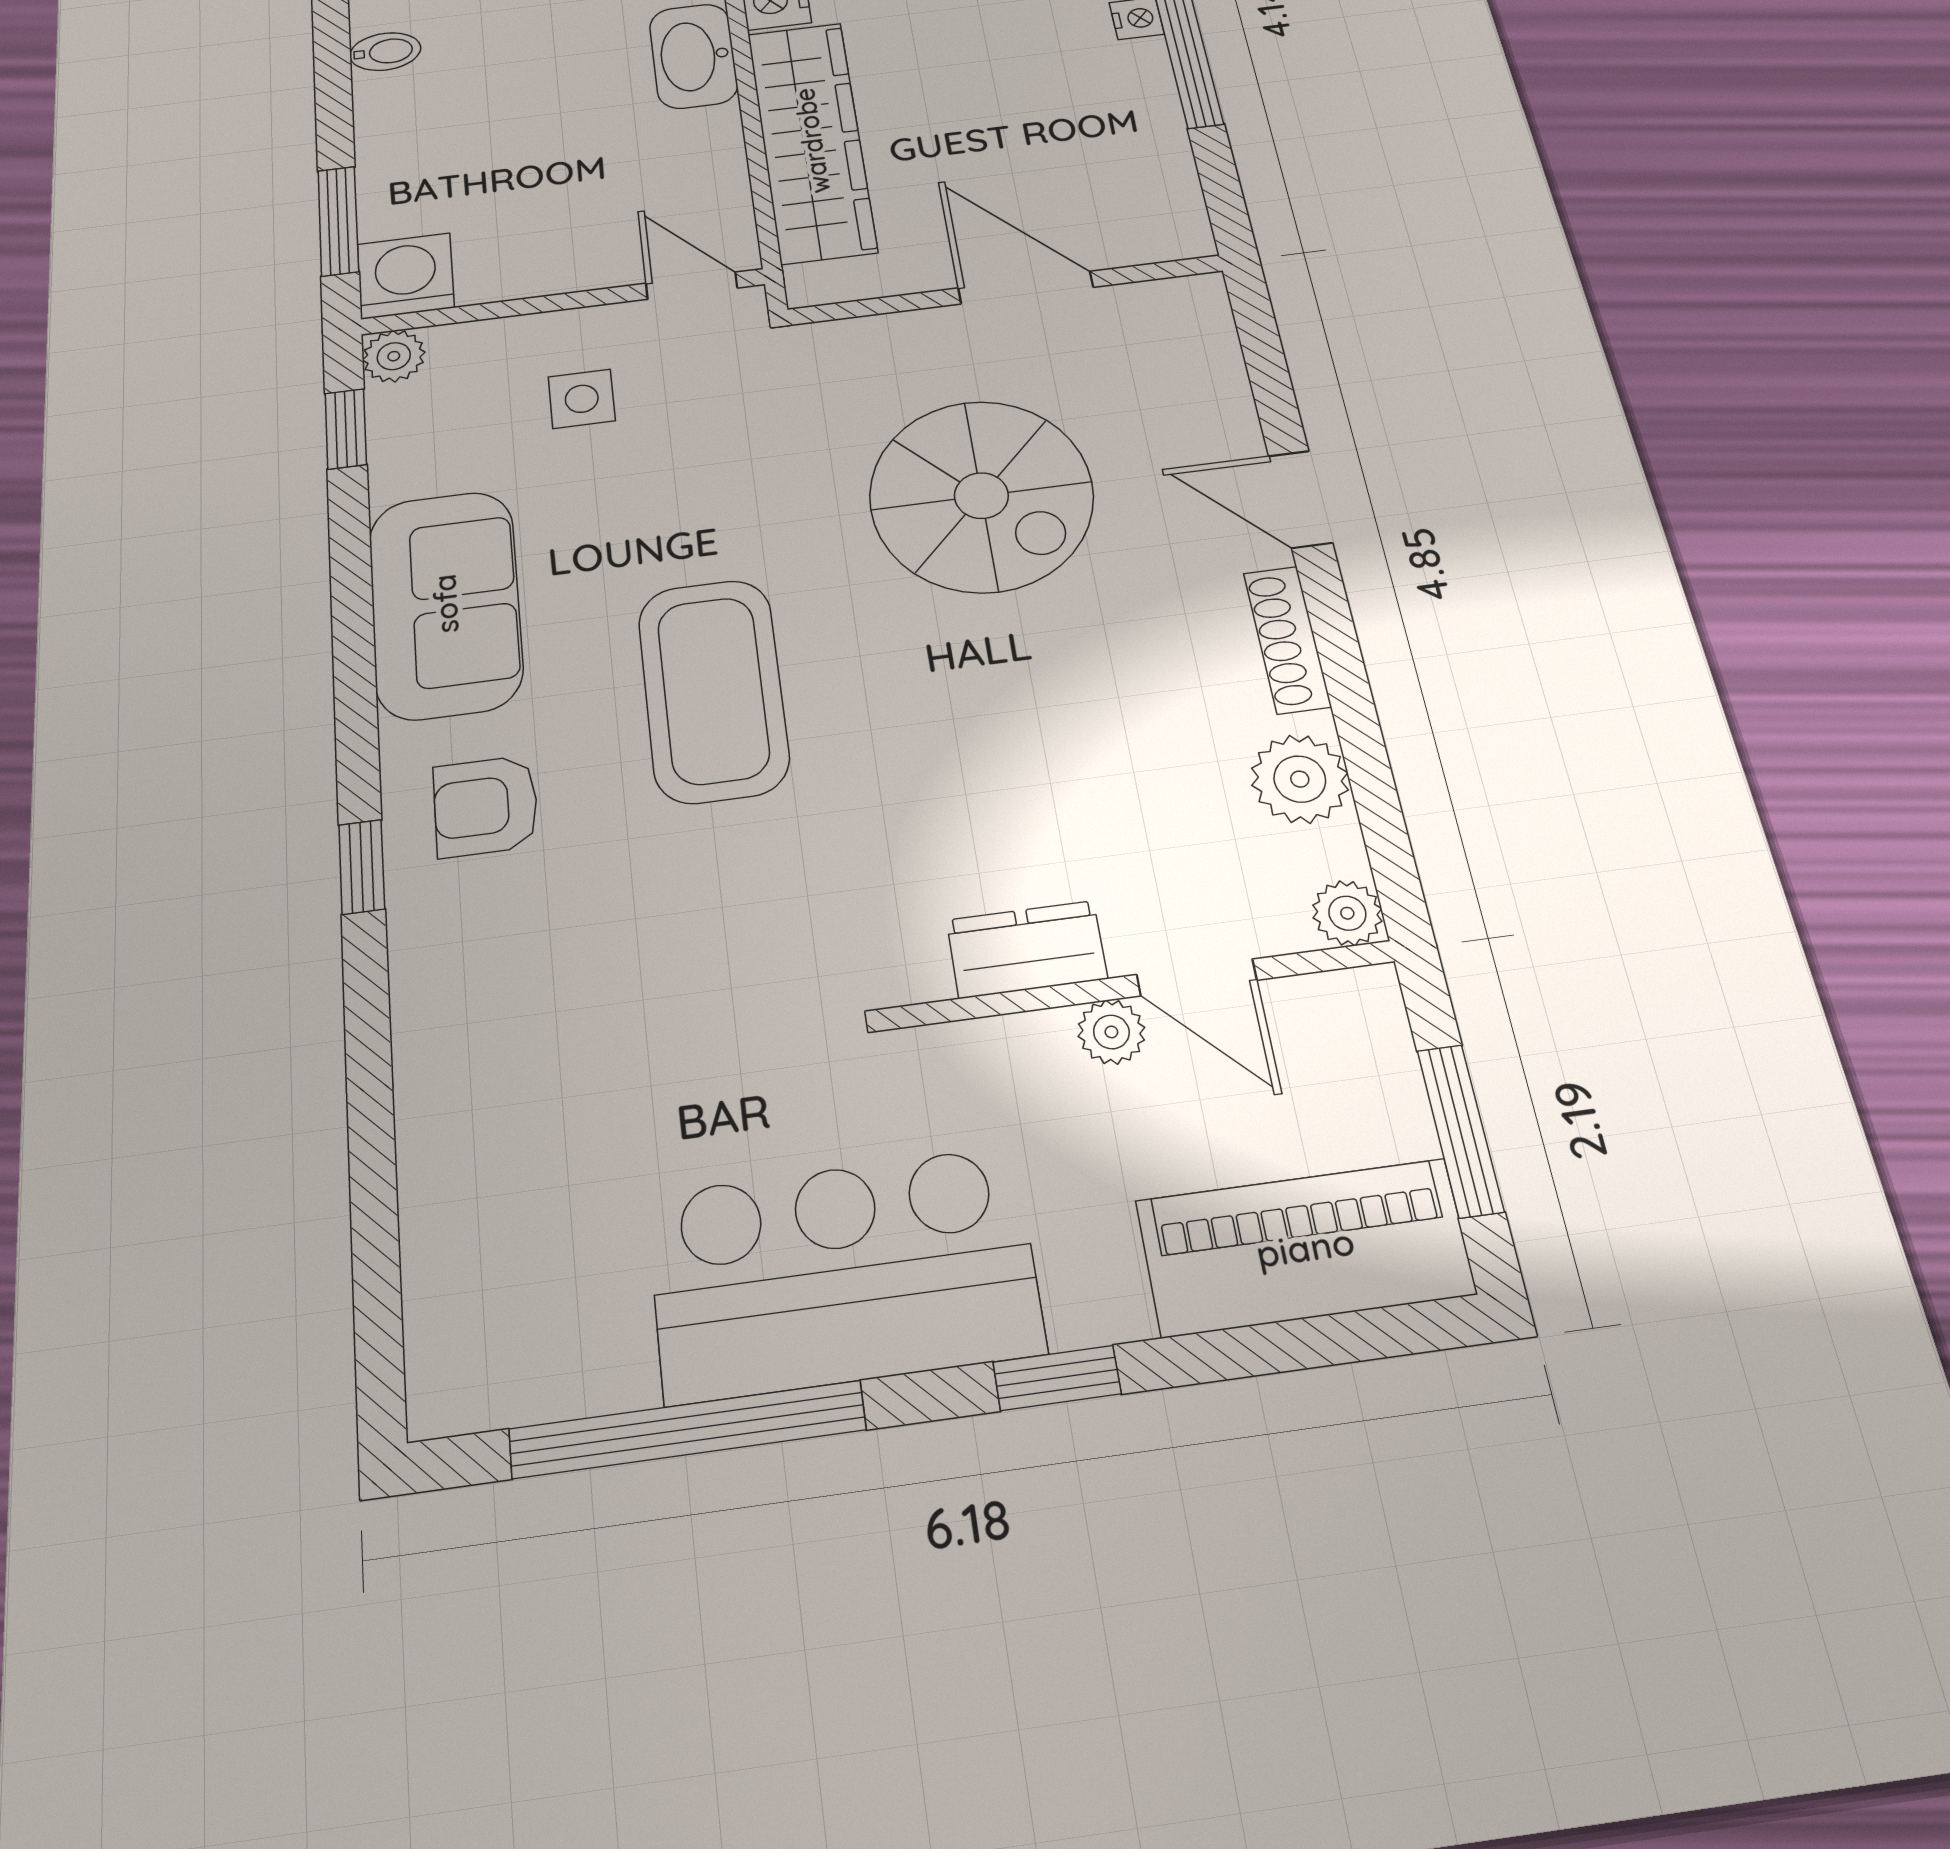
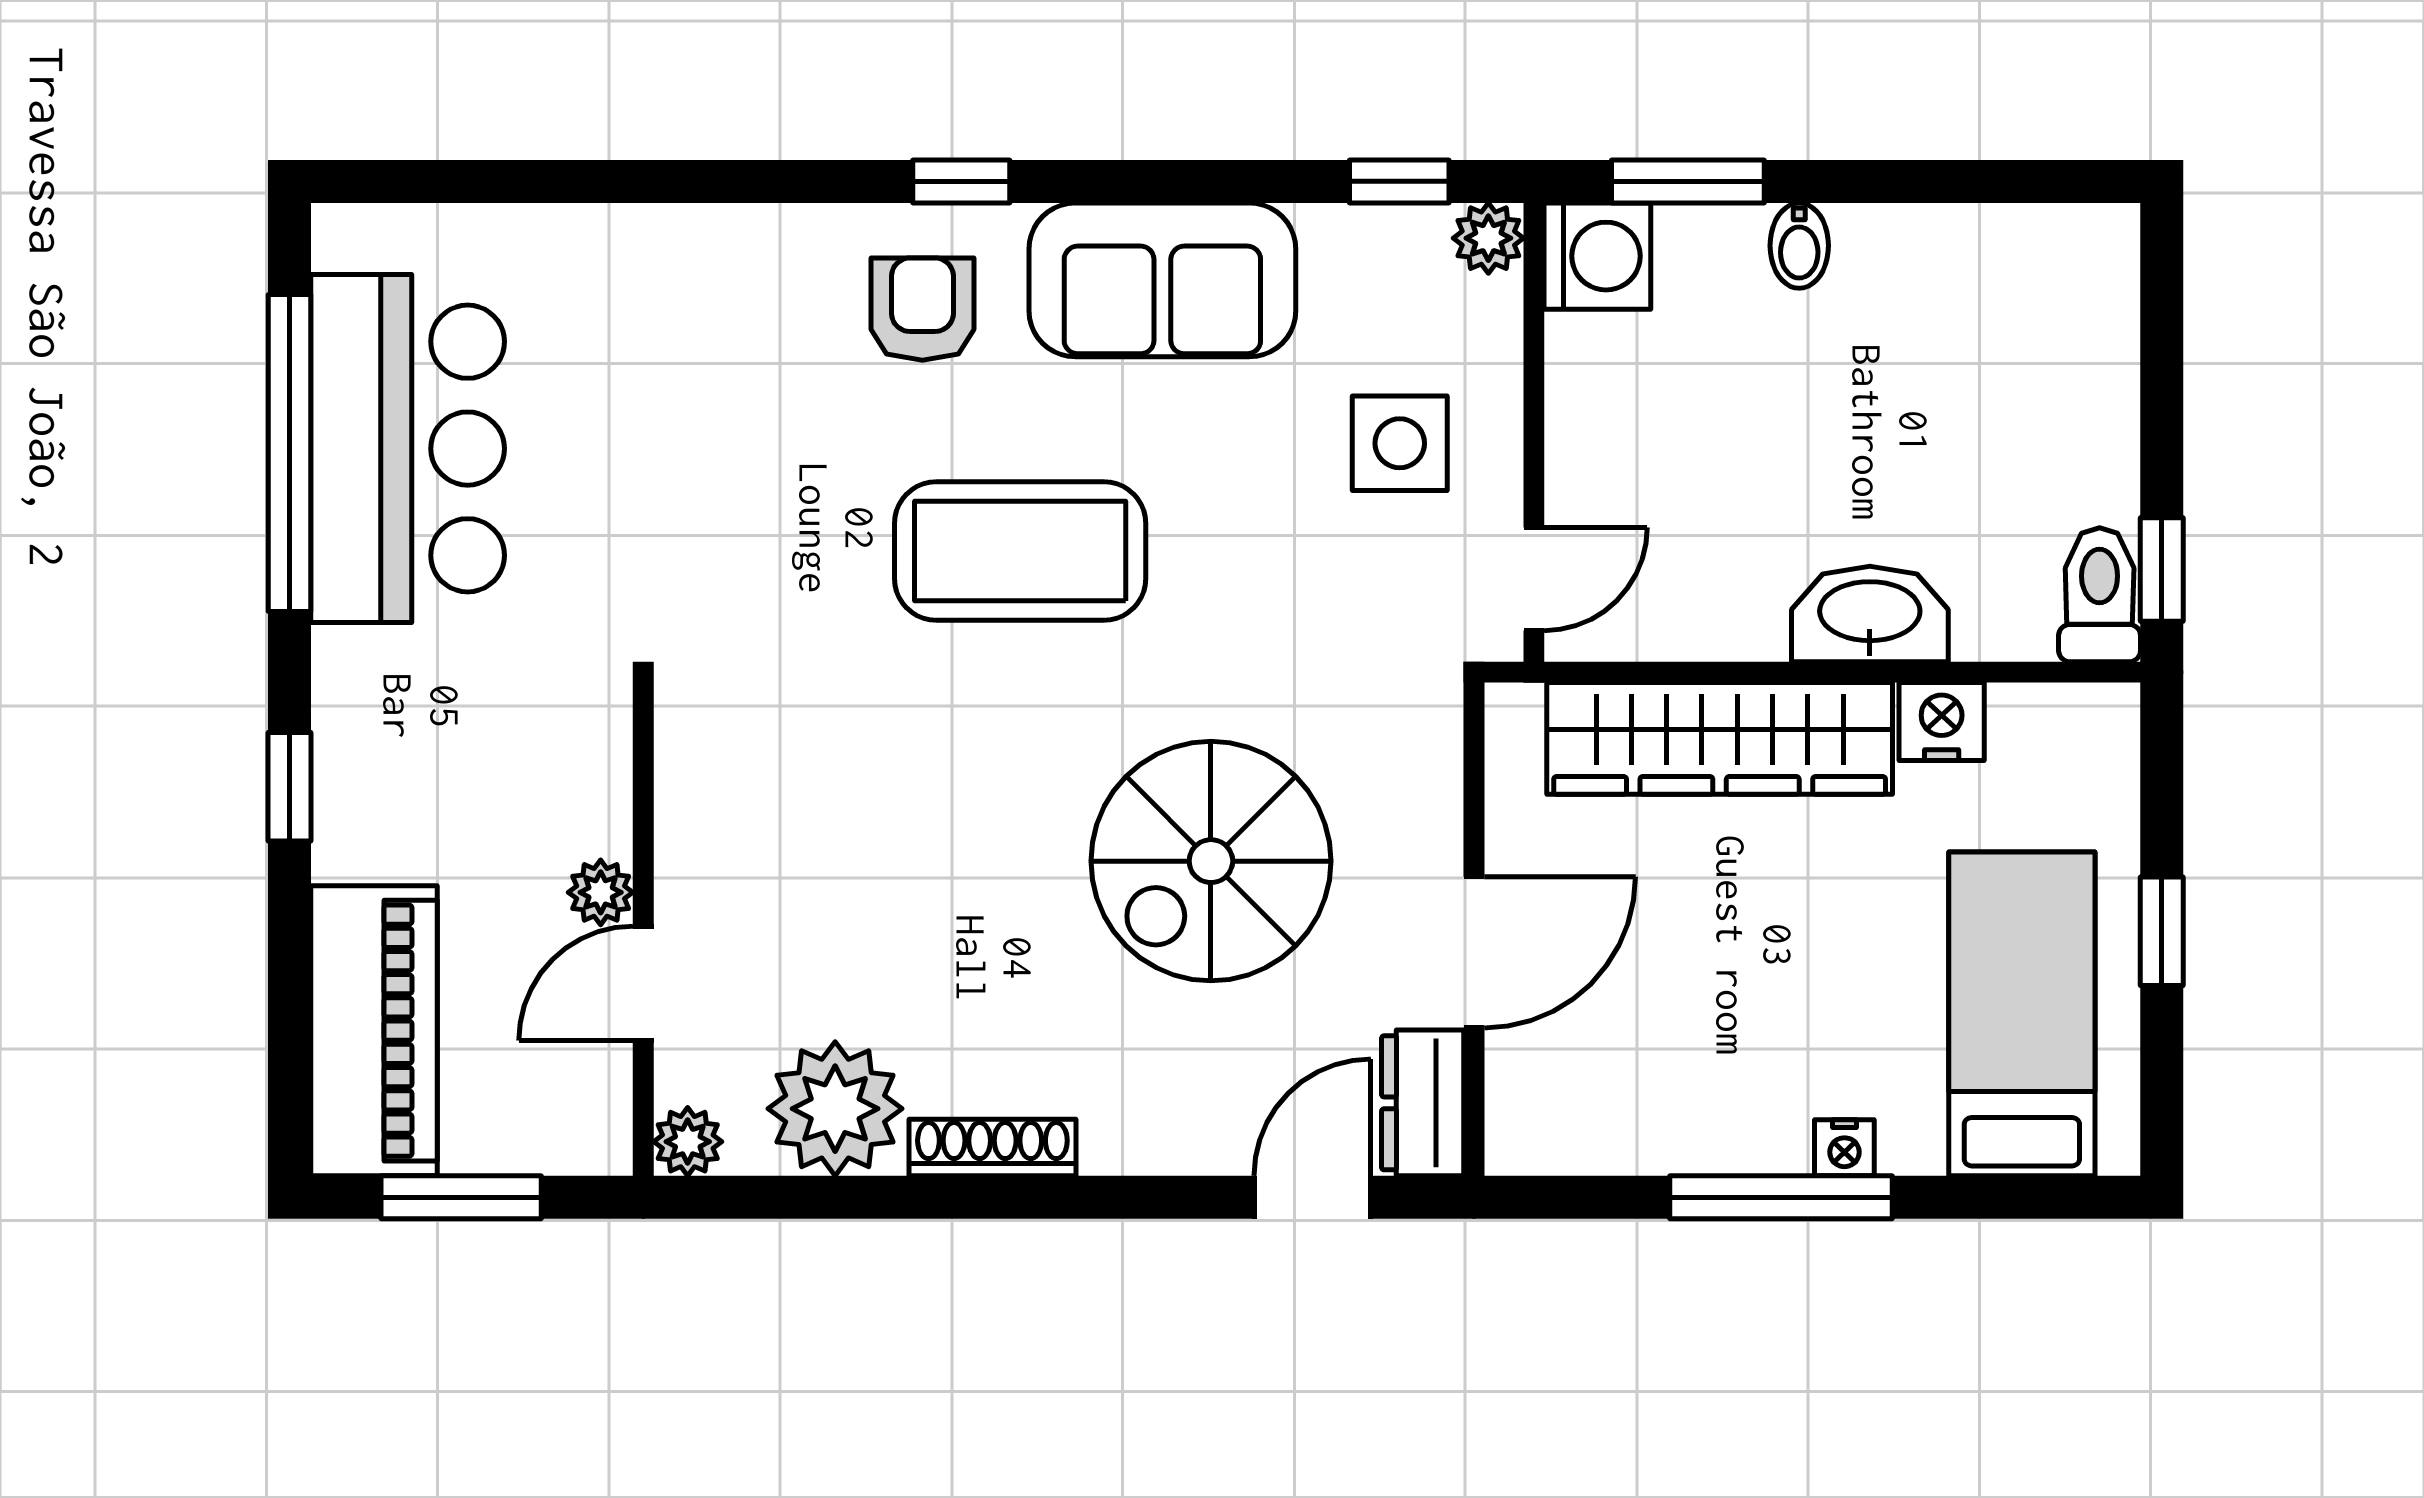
bidet: (385, 52) -> (1799, 246), moved
side table: (582, 399) -> (1400, 443), width x1.37, depth x1.37
door: (1300, 499) -> (1312, 1197), moved
plant: (1300, 779) -> (835, 1109), width x1.36, depth x1.36
window: (362, 867) -> (961, 181), moved
dresser: (1027, 949) -> (1423, 1103), moved, turned 180
bar counter: (843, 1273) -> (408, 449), moved

